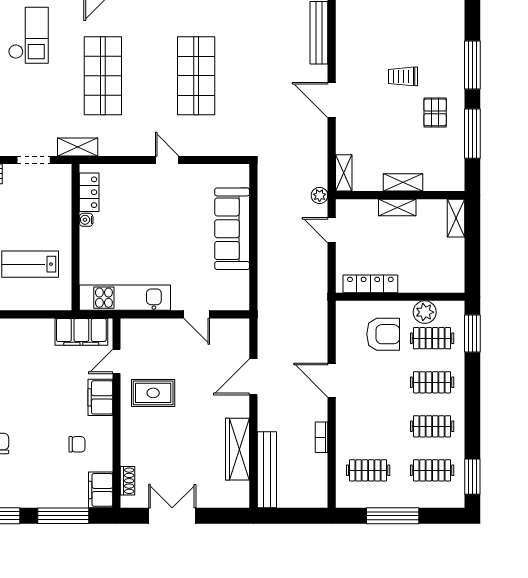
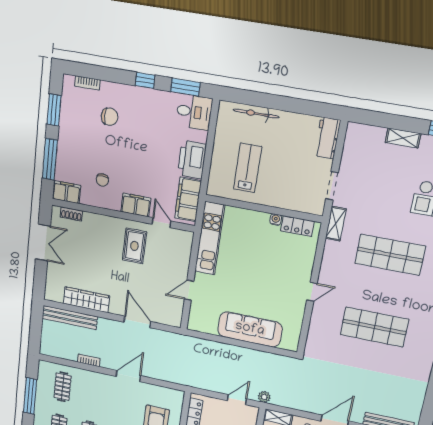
printer: (32, 334) -> (192, 160), added

